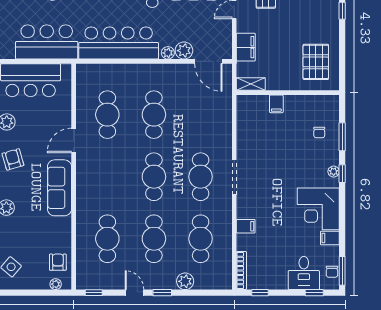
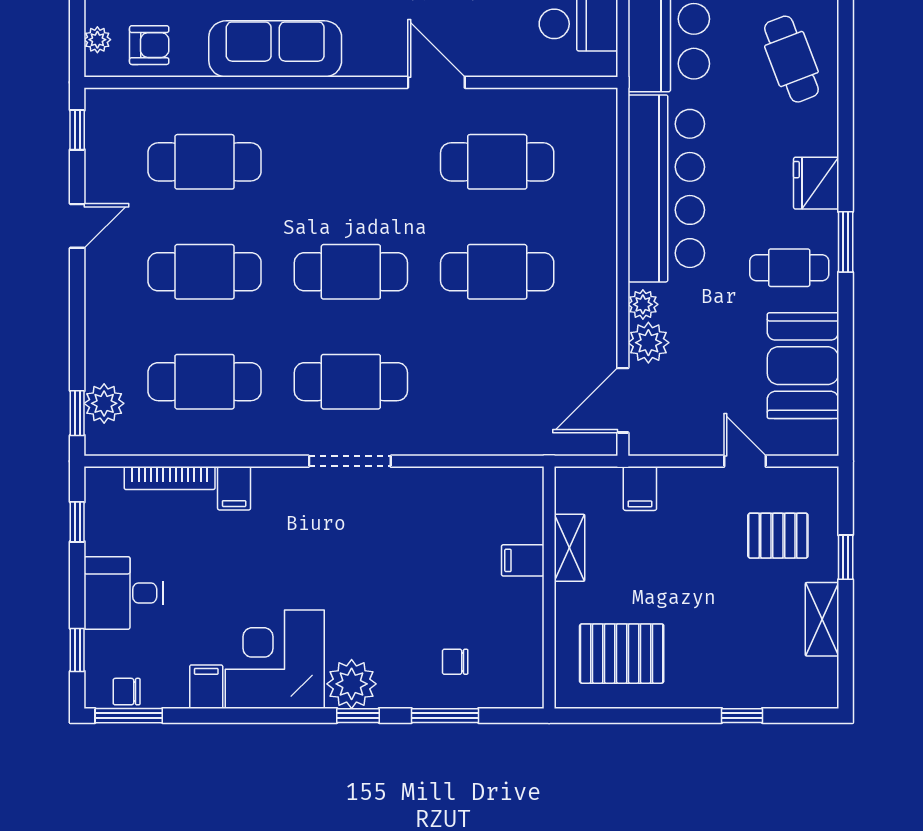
filing cabinet: (246, 47) -> (640, 488), width x0.50
shelving: (251, 84) -> (570, 548), moved
plant: (334, 172) -> (352, 684), width x1.87, depth x1.87
sofa: (59, 188) -> (275, 49), moved
bookcase: (241, 271) -> (170, 478), moved
desk: (304, 273) -> (124, 593), moved
plant: (185, 281) -> (104, 403), moved
window: (162, 293) -> (77, 413), moved

